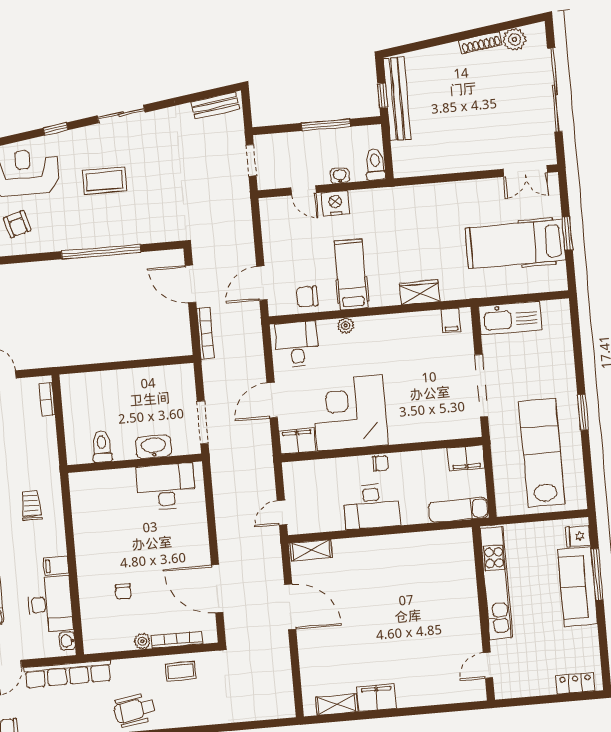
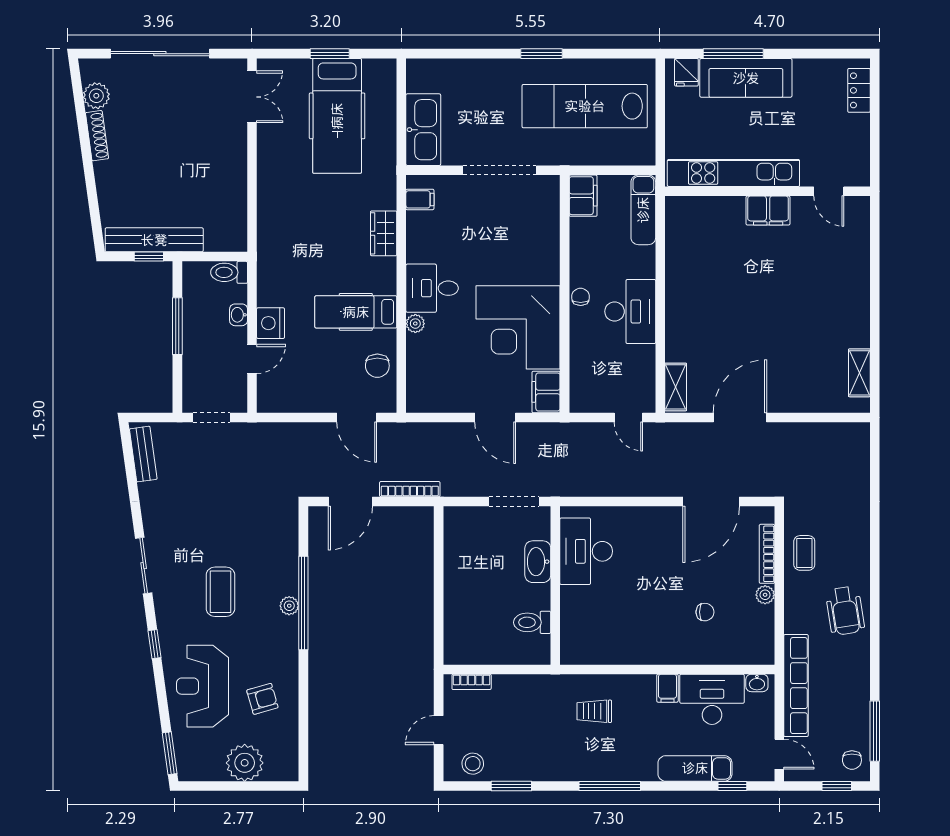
plant: (98, 240) -> (289, 606), added
desk: (297, 344) -> (432, 288), moved
filing cabinet: (377, 698) -> (768, 211), moved, turned -90

